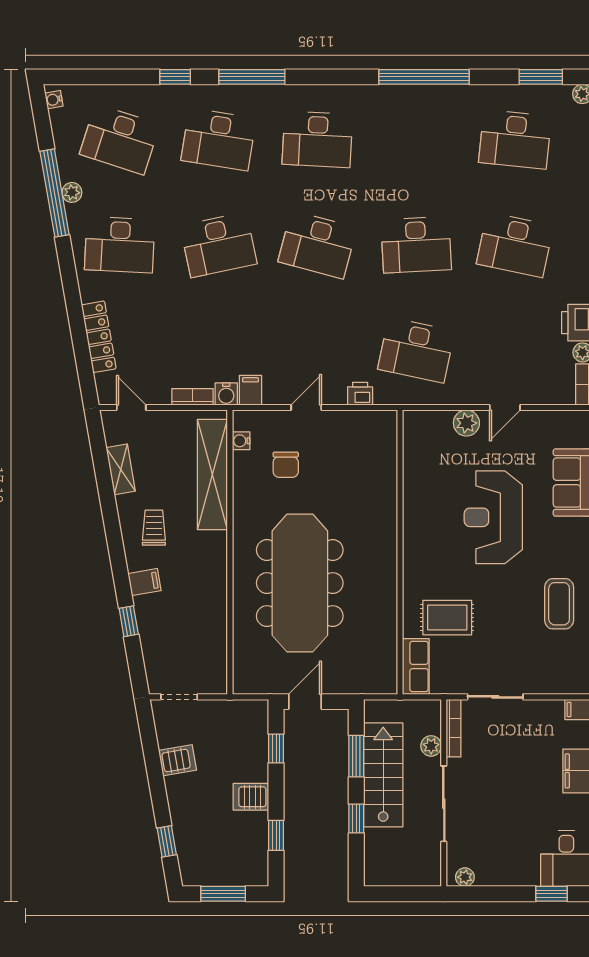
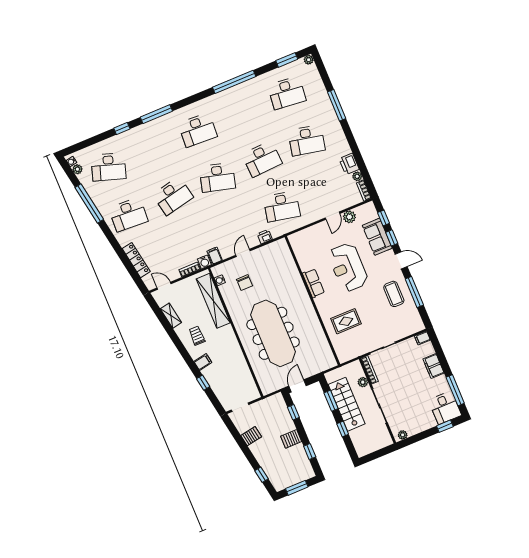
desk: (219, 139) -> (153, 148), removed
plant: (72, 192) -> (77, 169), moved
plant: (466, 423) -> (349, 217), moved
row of seats: (416, 667) -> (313, 283), moved

